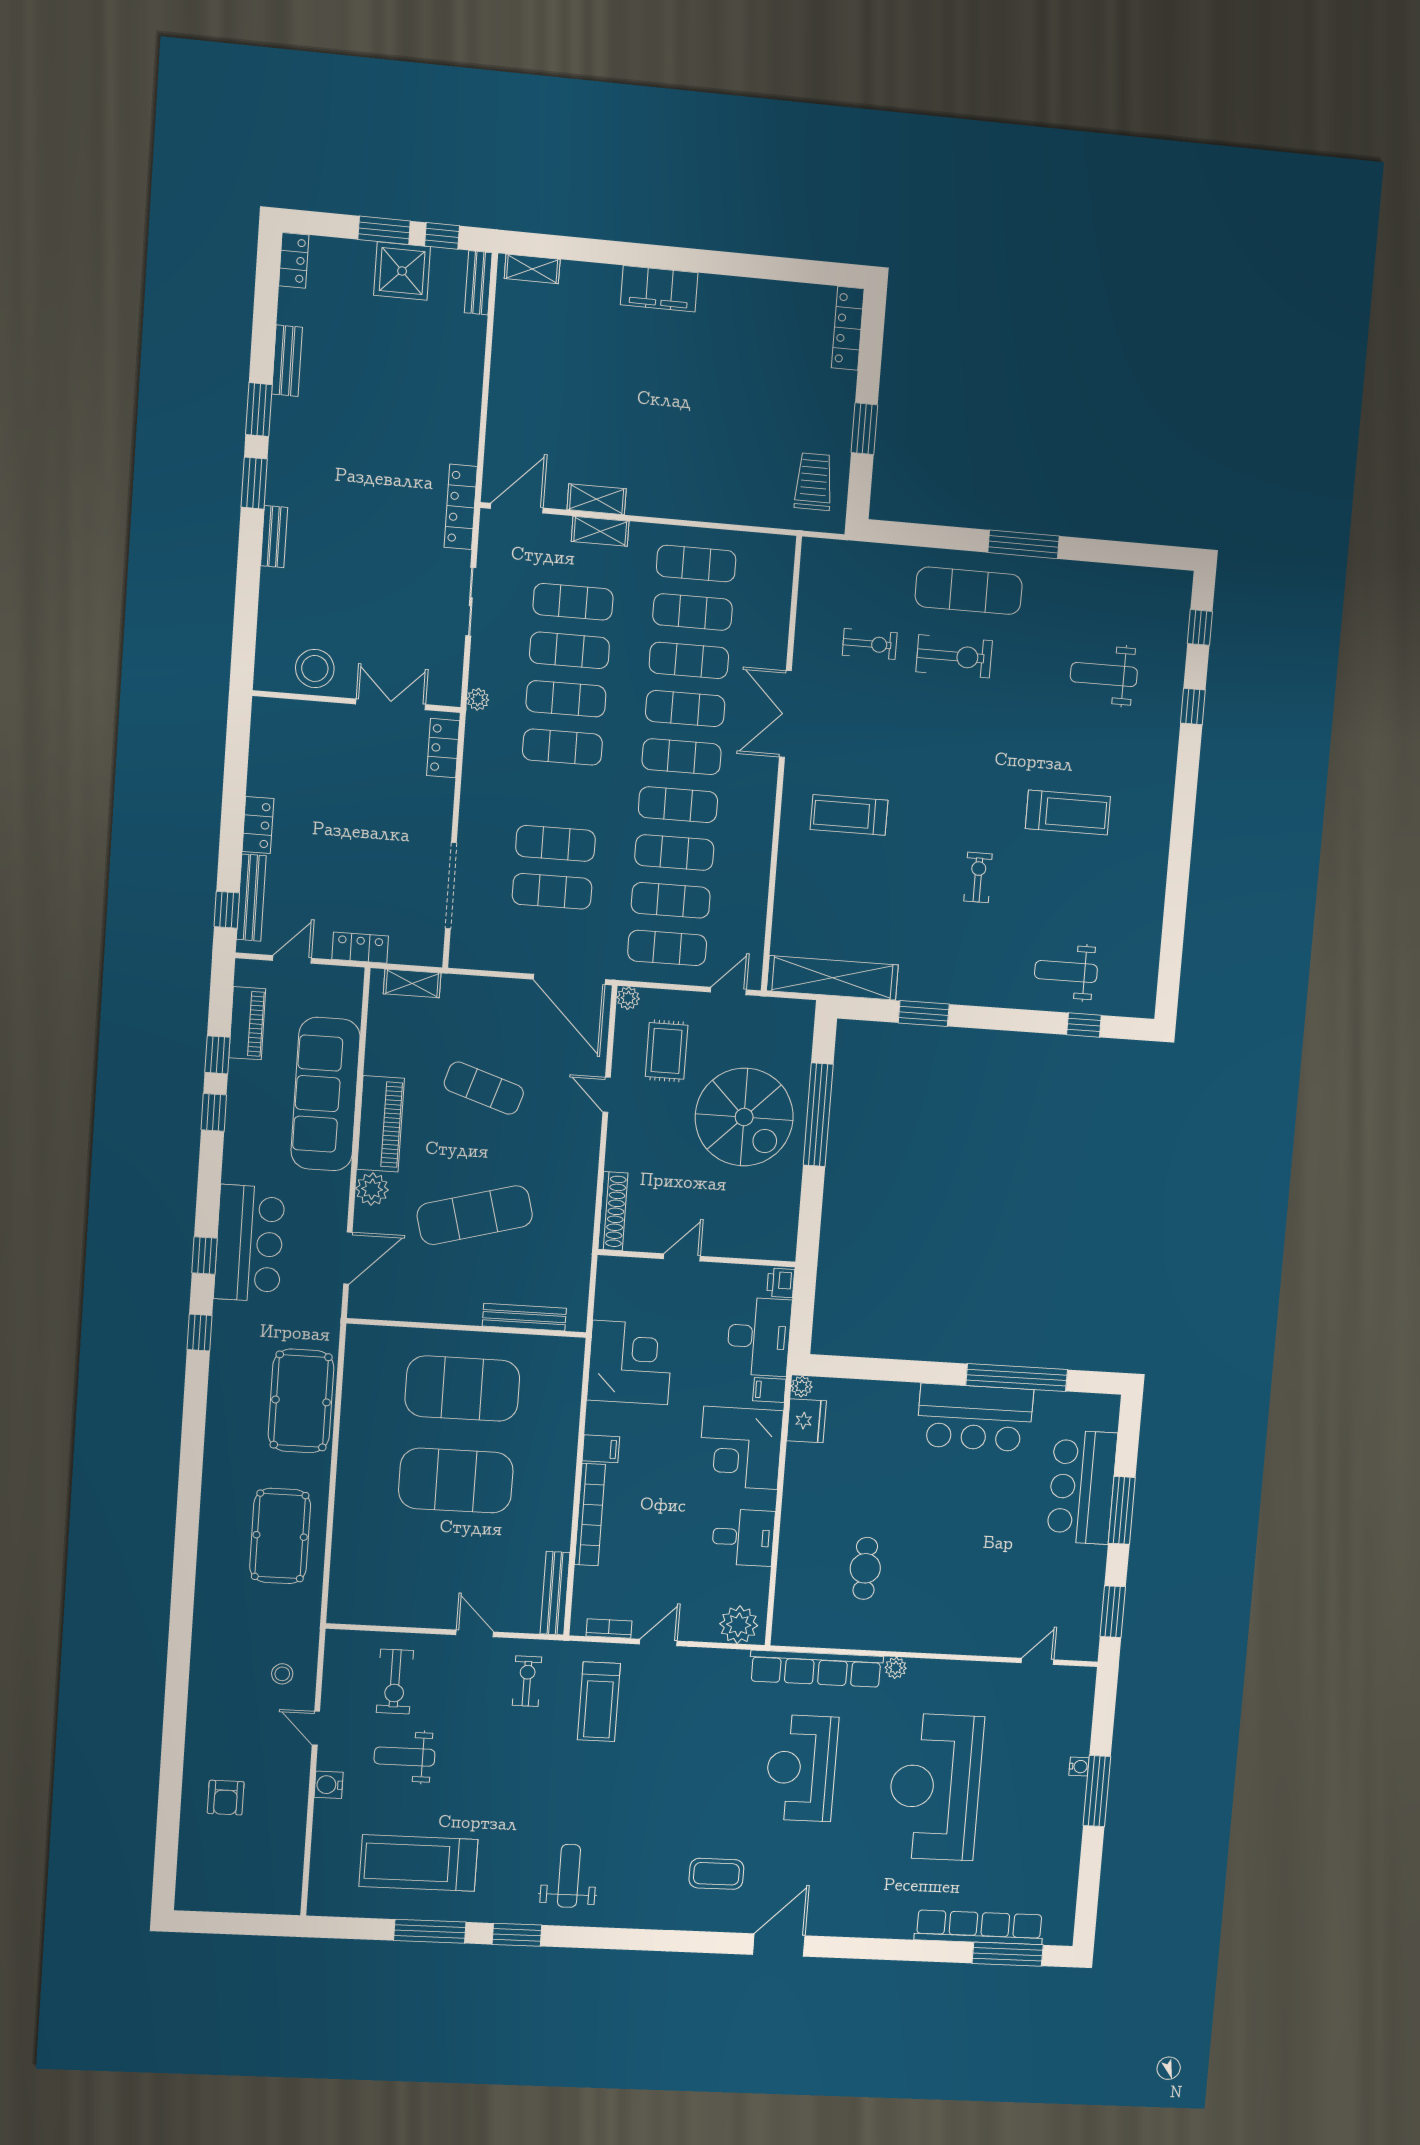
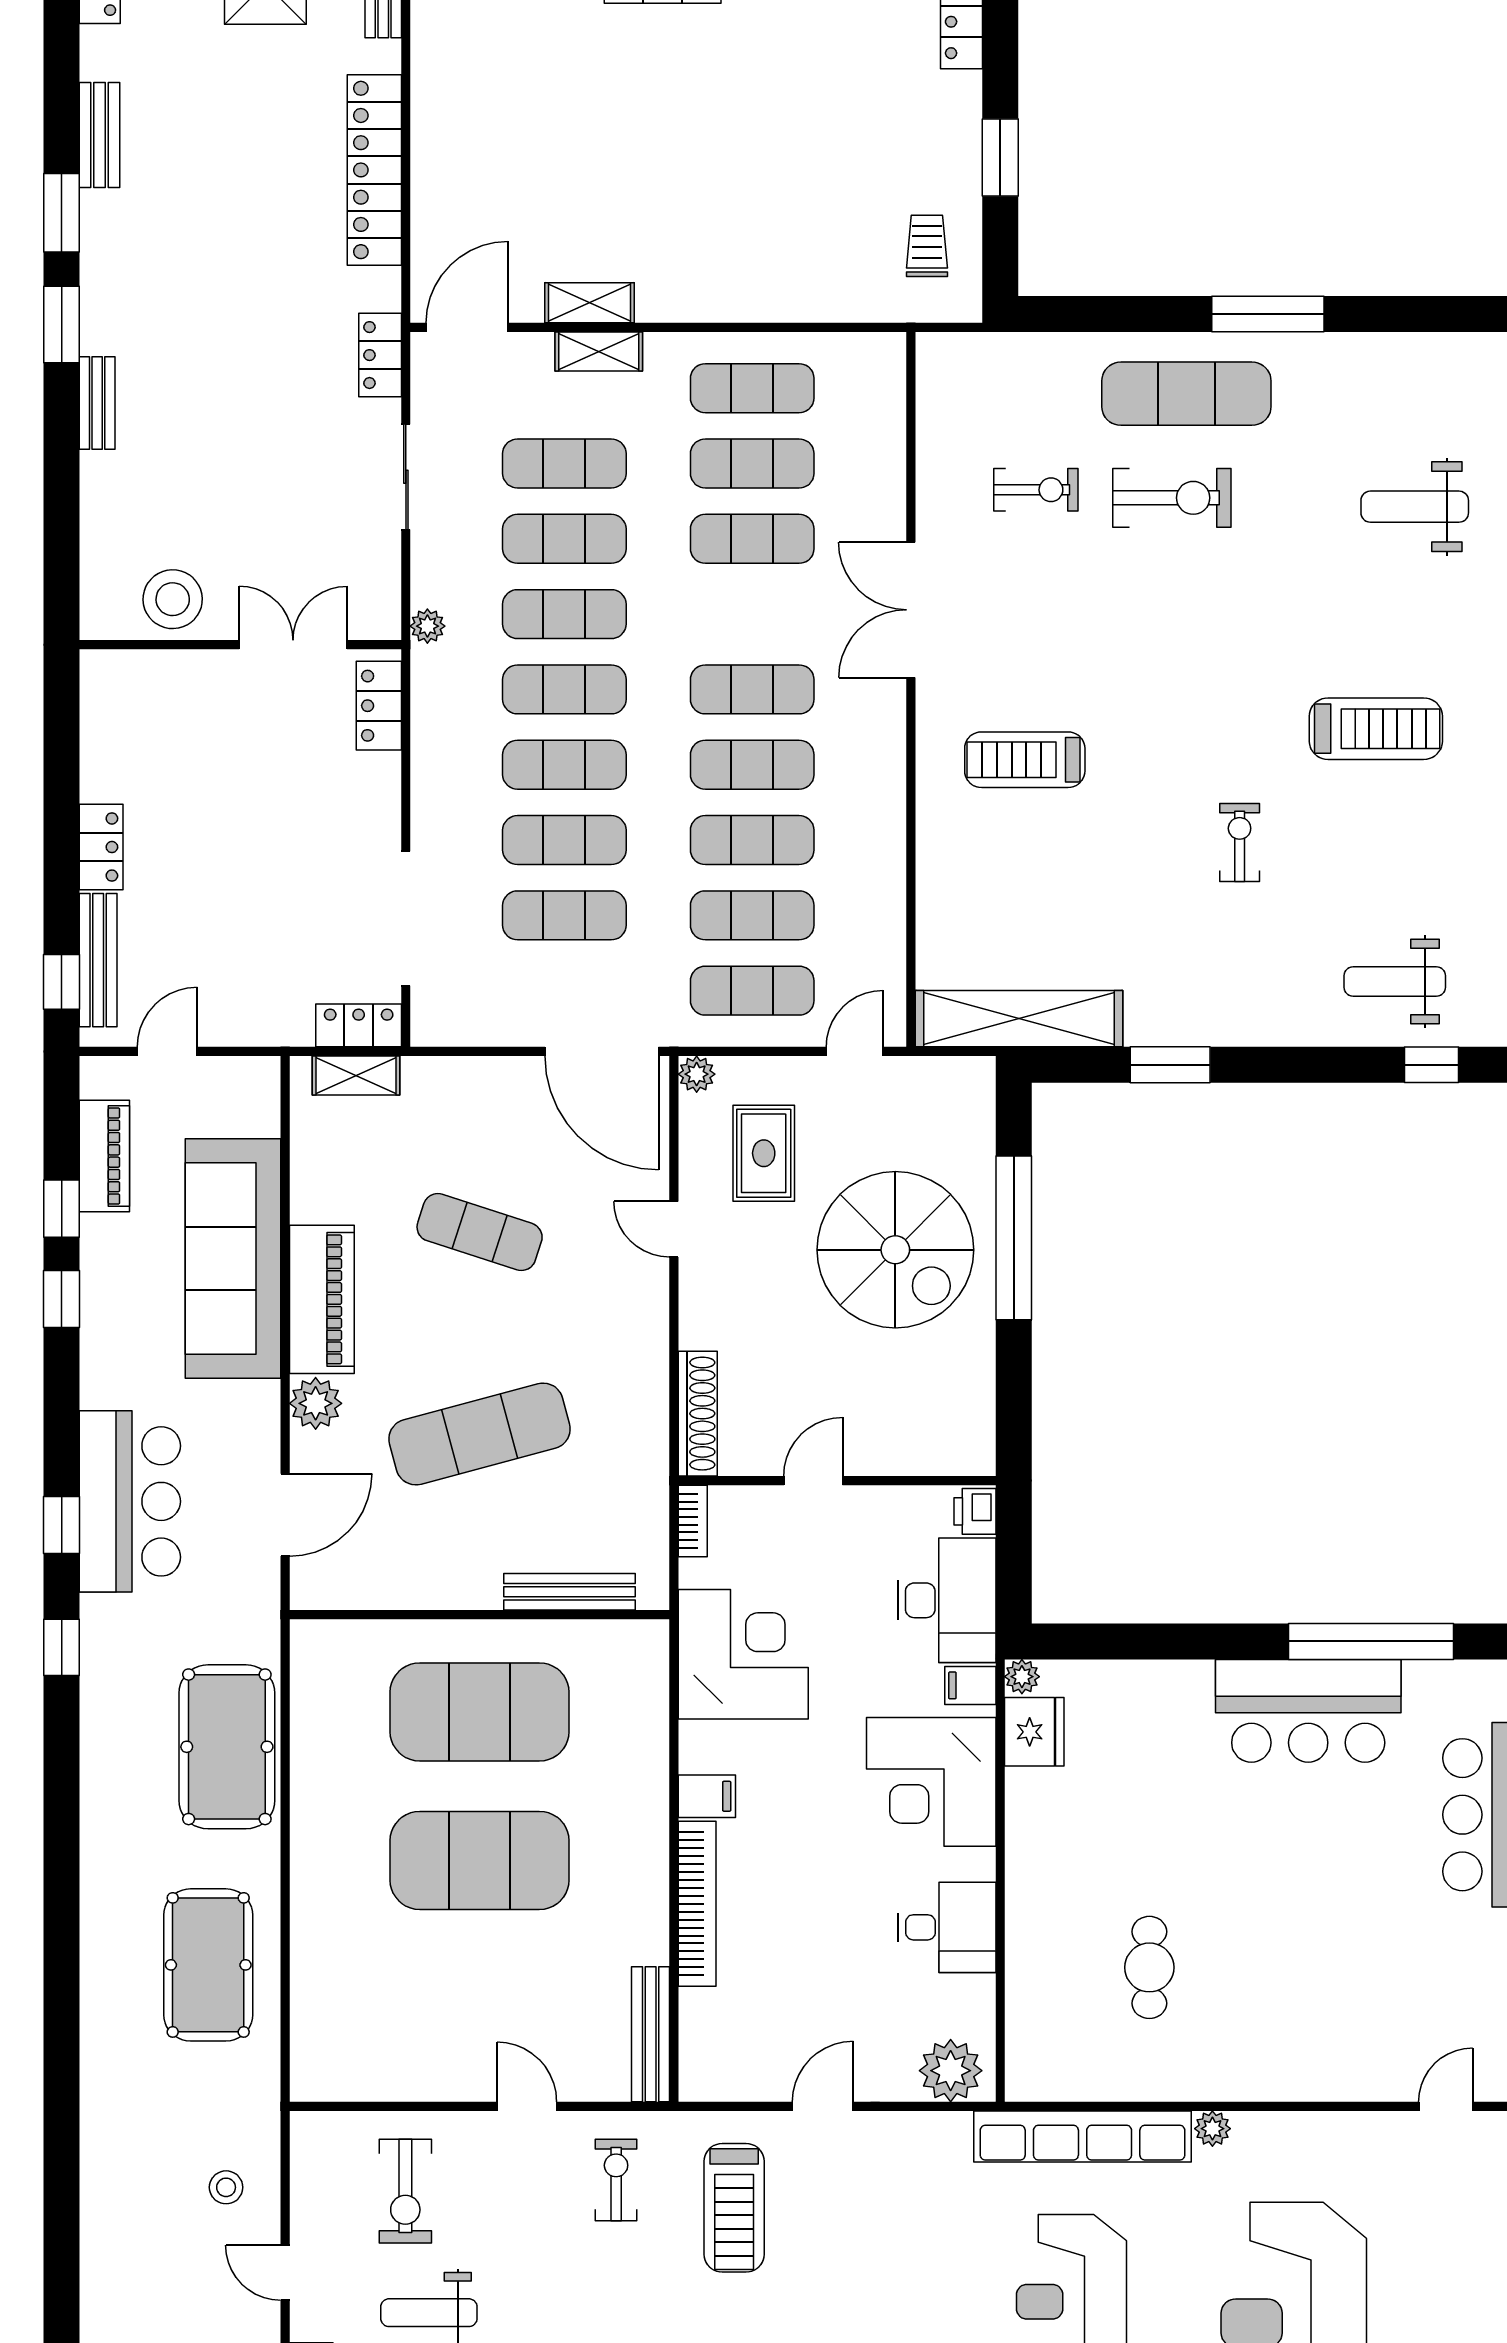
locker: (464, 400) -> (374, 170), added
trolley: (814, 482) -> (927, 246), width x0.73, depth x0.72
locker: (461, 507) -> (380, 355), width x0.66
exercise mat: (685, 709) -> (564, 765), moved
locker: (360, 948) -> (359, 1025), moved
bookcase: (609, 1628) -> (693, 1521), moved, turned 90

